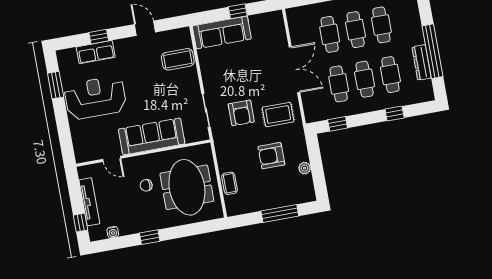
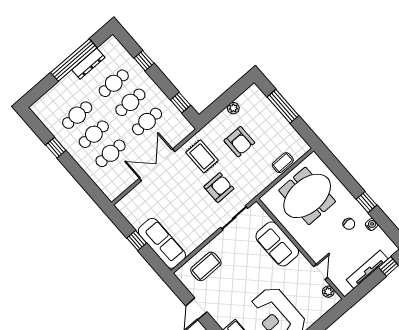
coffee table: (178, 59) -> (206, 266), turned 90
sofa: (152, 136) -> (277, 244), width x0.73
plant: (90, 155) -> (328, 292), added
chair: (146, 185) -> (349, 224), moved
water cooler: (113, 232) -> (372, 225), moved

